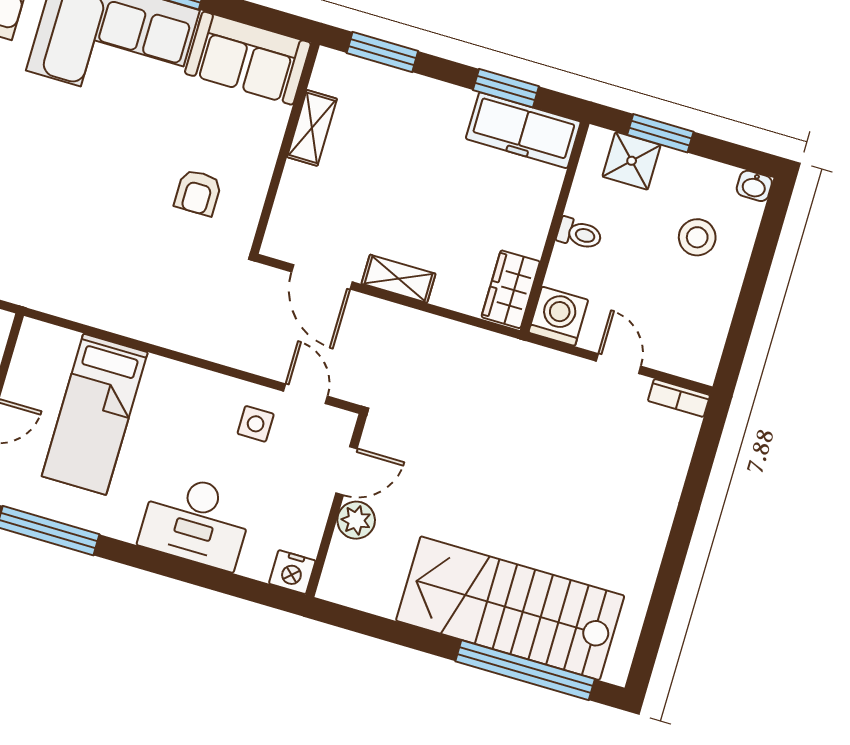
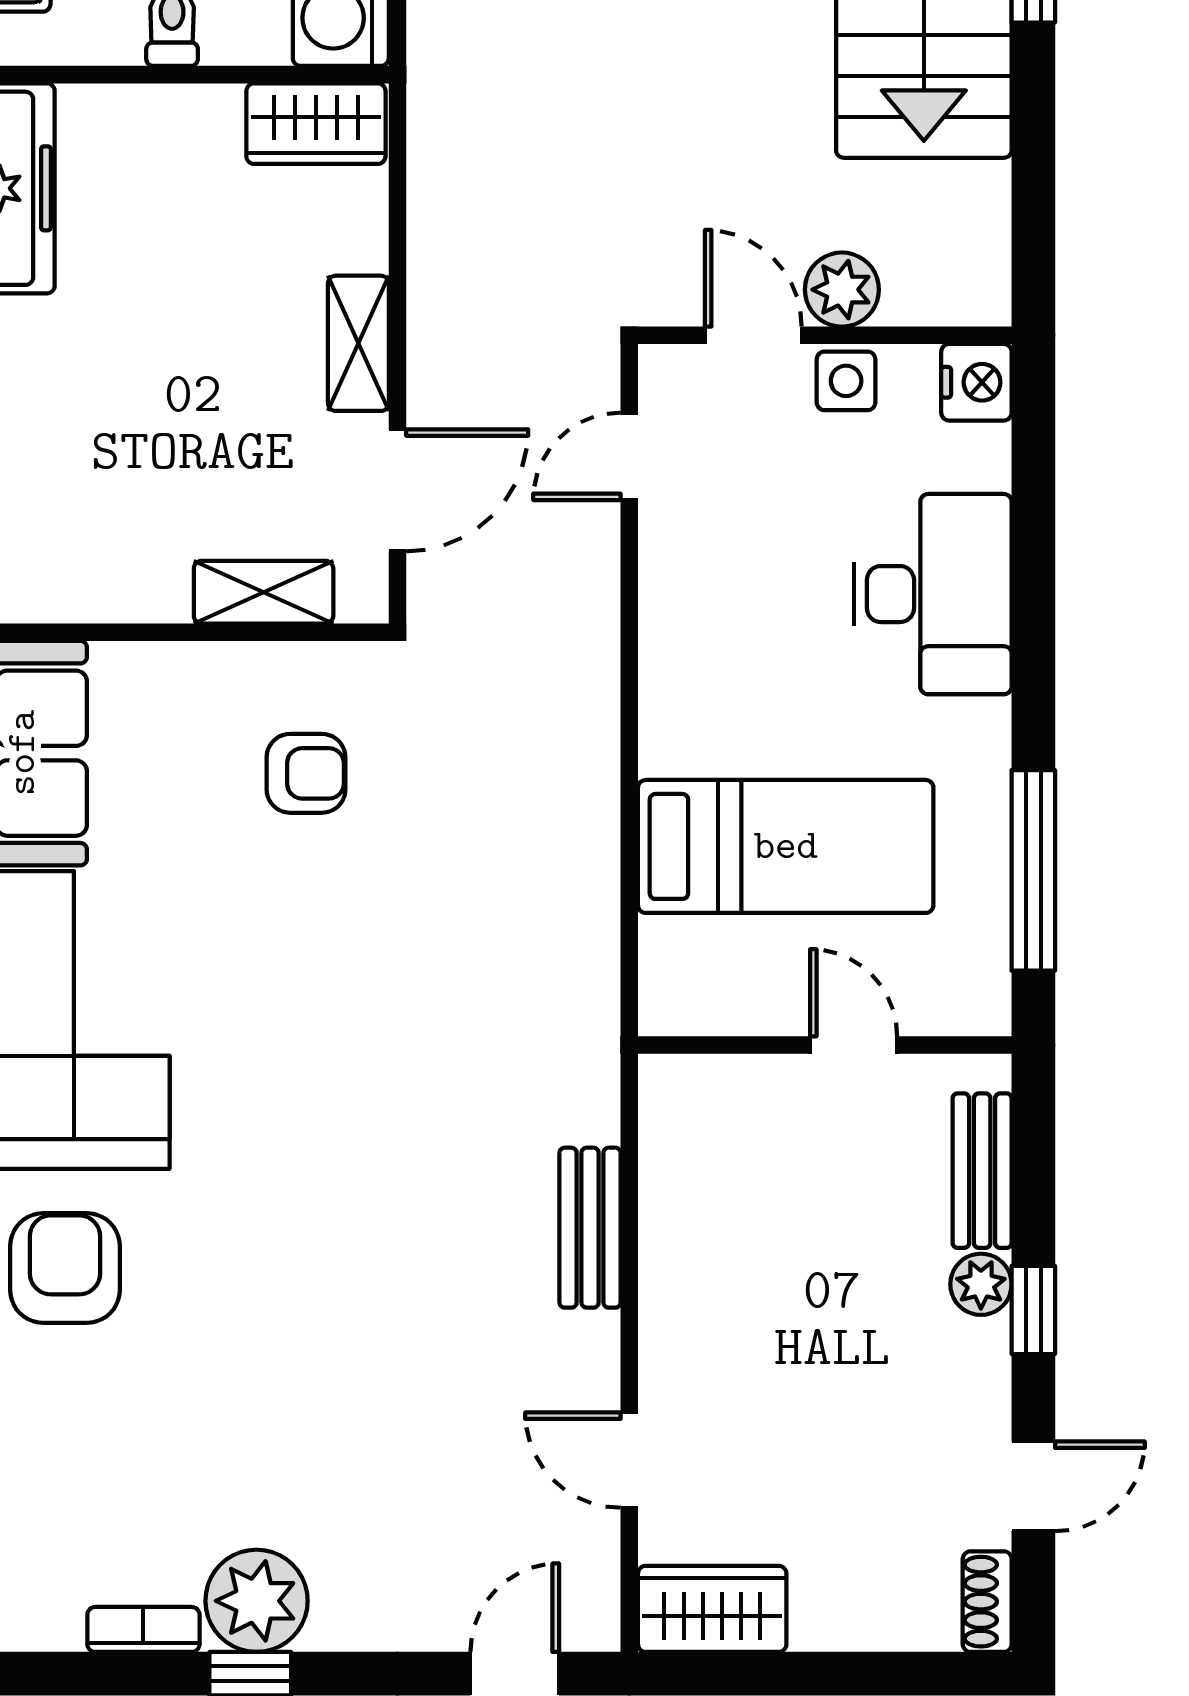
shelving: (312, 128) -> (264, 592), moved
side table: (256, 424) -> (846, 381), moved

